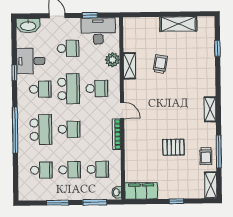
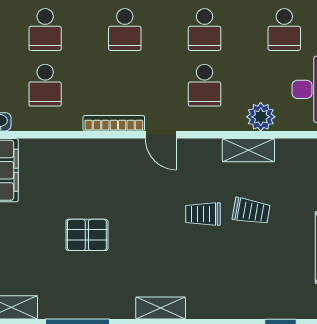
school desk: (69, 89) -> (205, 30), width x0.54
door: (122, 110) -> (161, 135), hinge flipped
pallet: (173, 147) -> (87, 235), turned 90
trolley: (206, 156) -> (203, 214), moved

